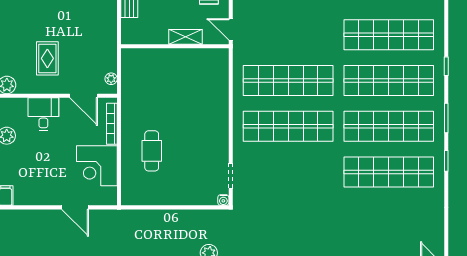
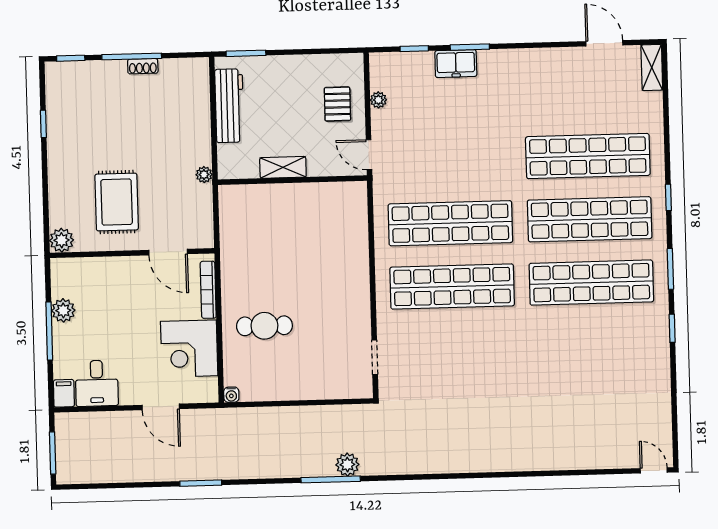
shelving: (185, 37) -> (283, 167), moved
rug: (47, 58) -> (117, 202), width x1.36, depth x1.43
plant: (111, 79) -> (204, 175), moved
desk: (43, 114) -> (97, 383), moved, turned 180
cafe table: (152, 151) -> (264, 326), turned 90
shop shelf: (389, 172) -> (593, 346), removed
water cooler: (223, 200) -> (231, 395), moved

